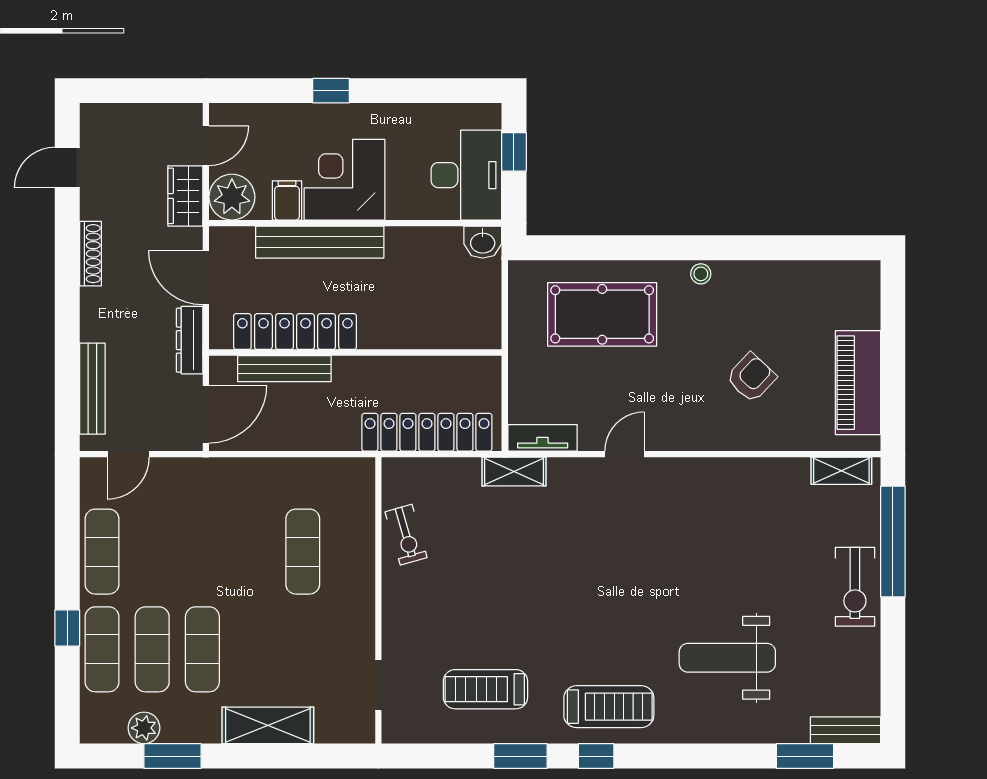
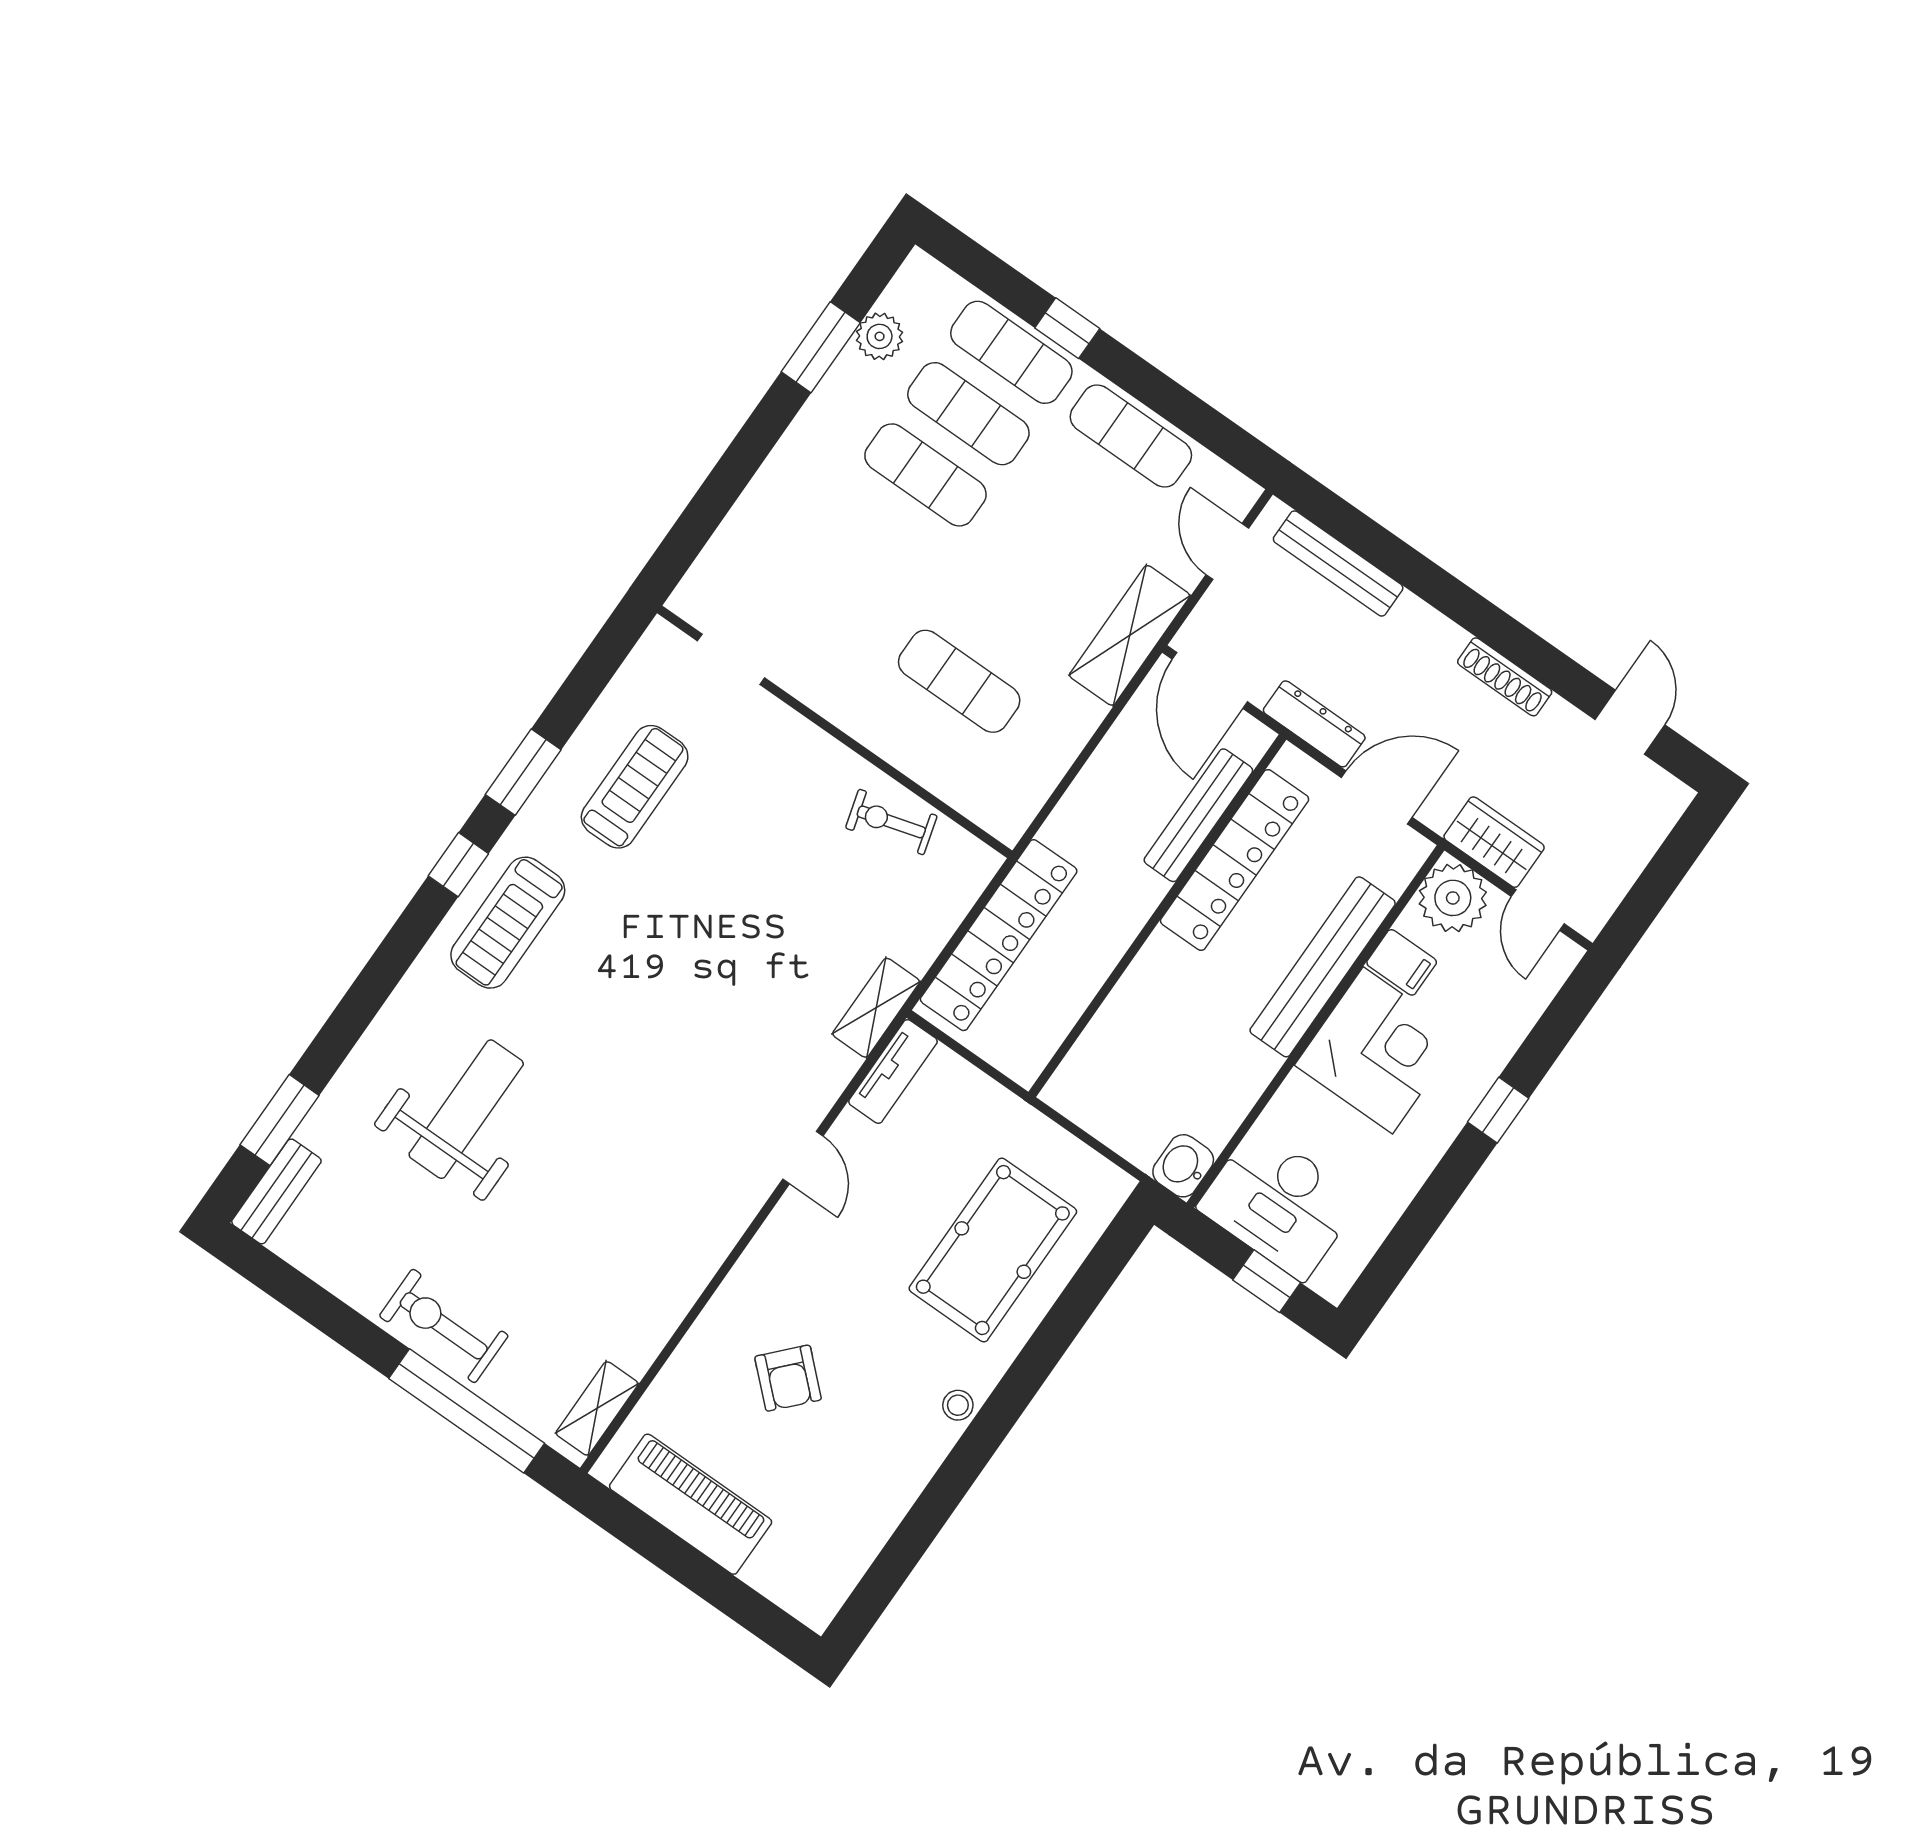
shelving: (268, 725) -> (1130, 635), moved

